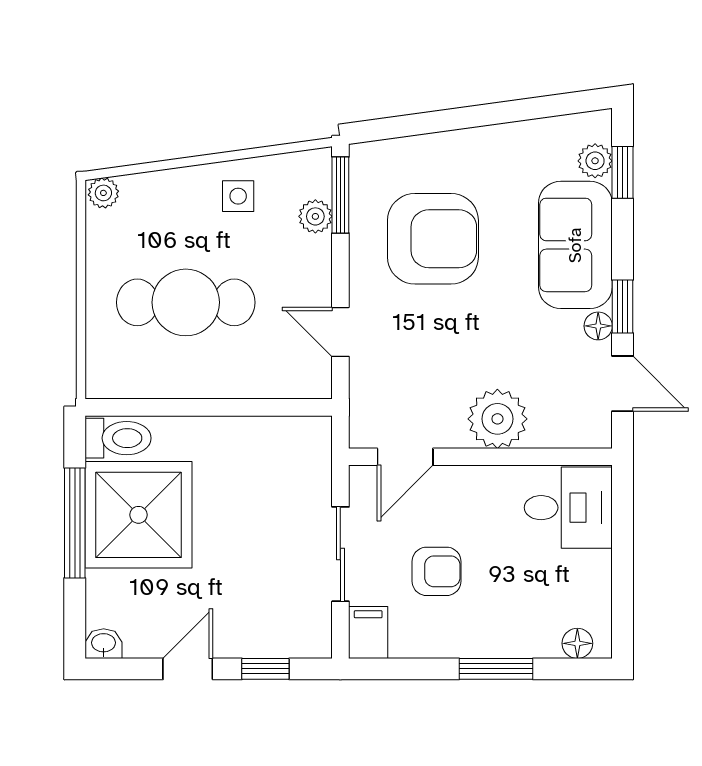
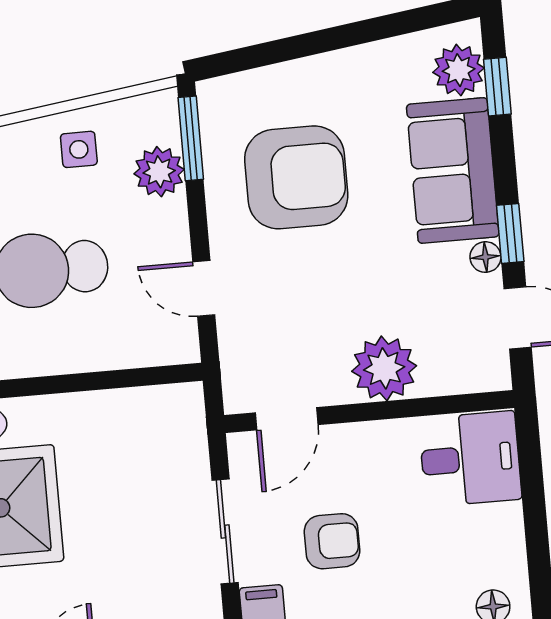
plant: (595, 161) -> (459, 70), width x1.38, depth x1.38
plant: (315, 216) -> (159, 172), width x1.38, depth x1.38

